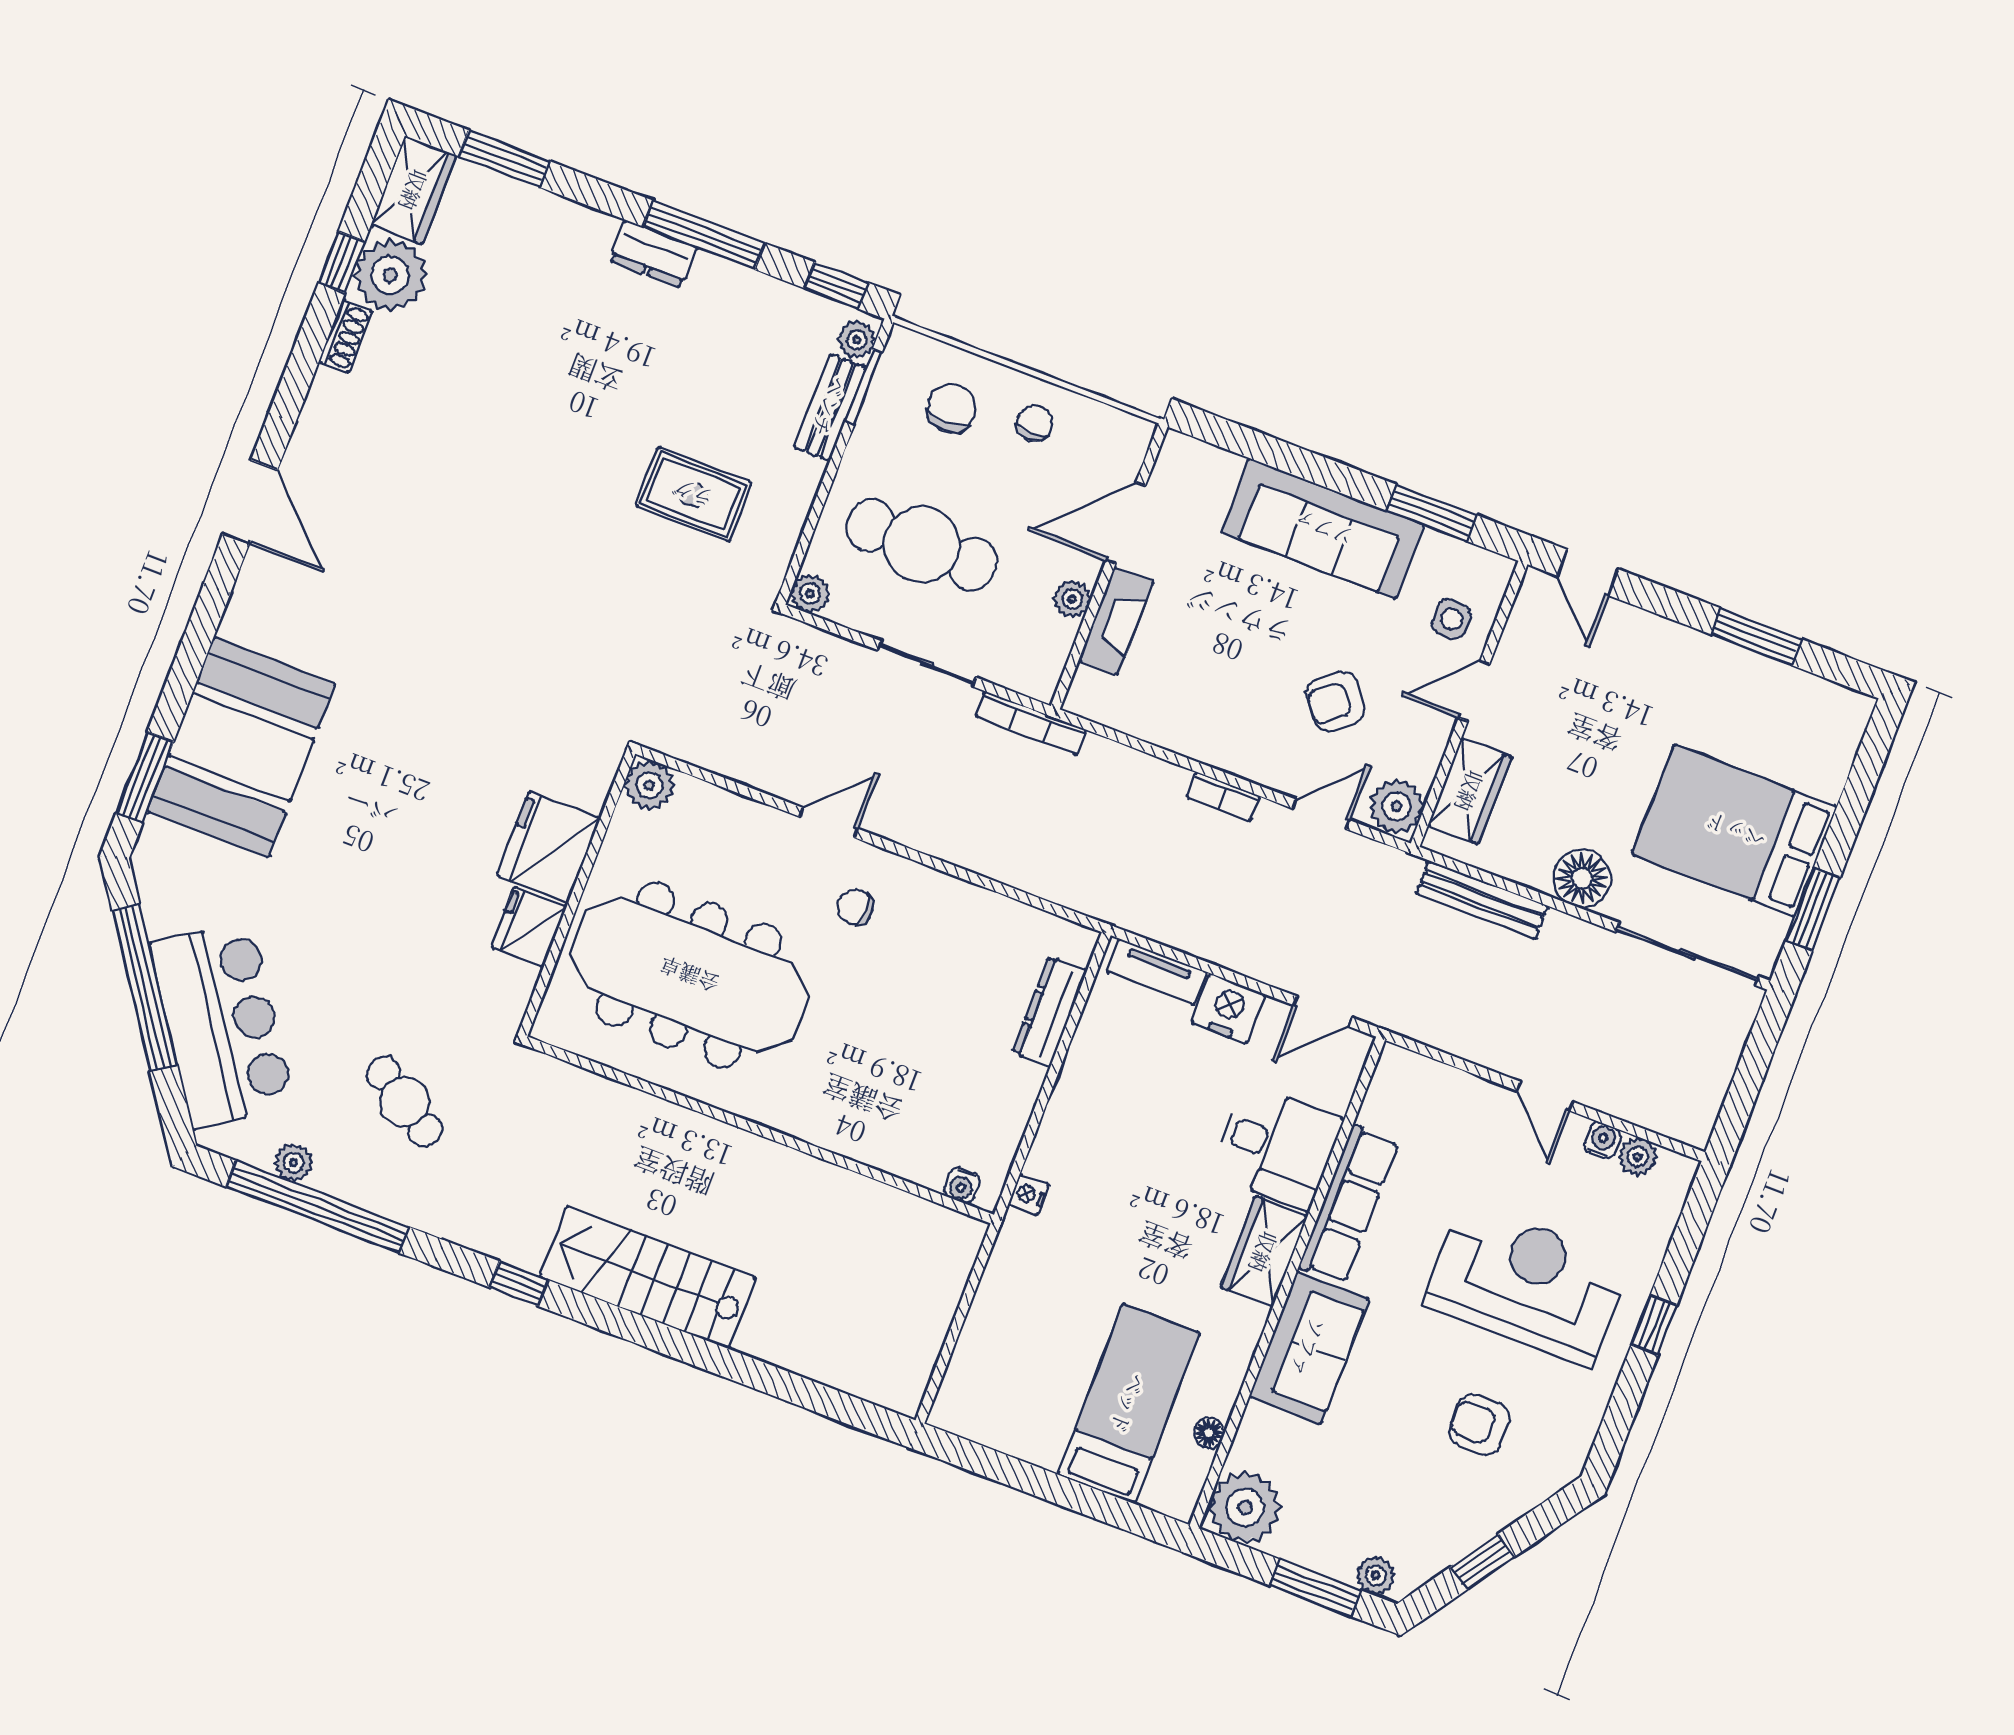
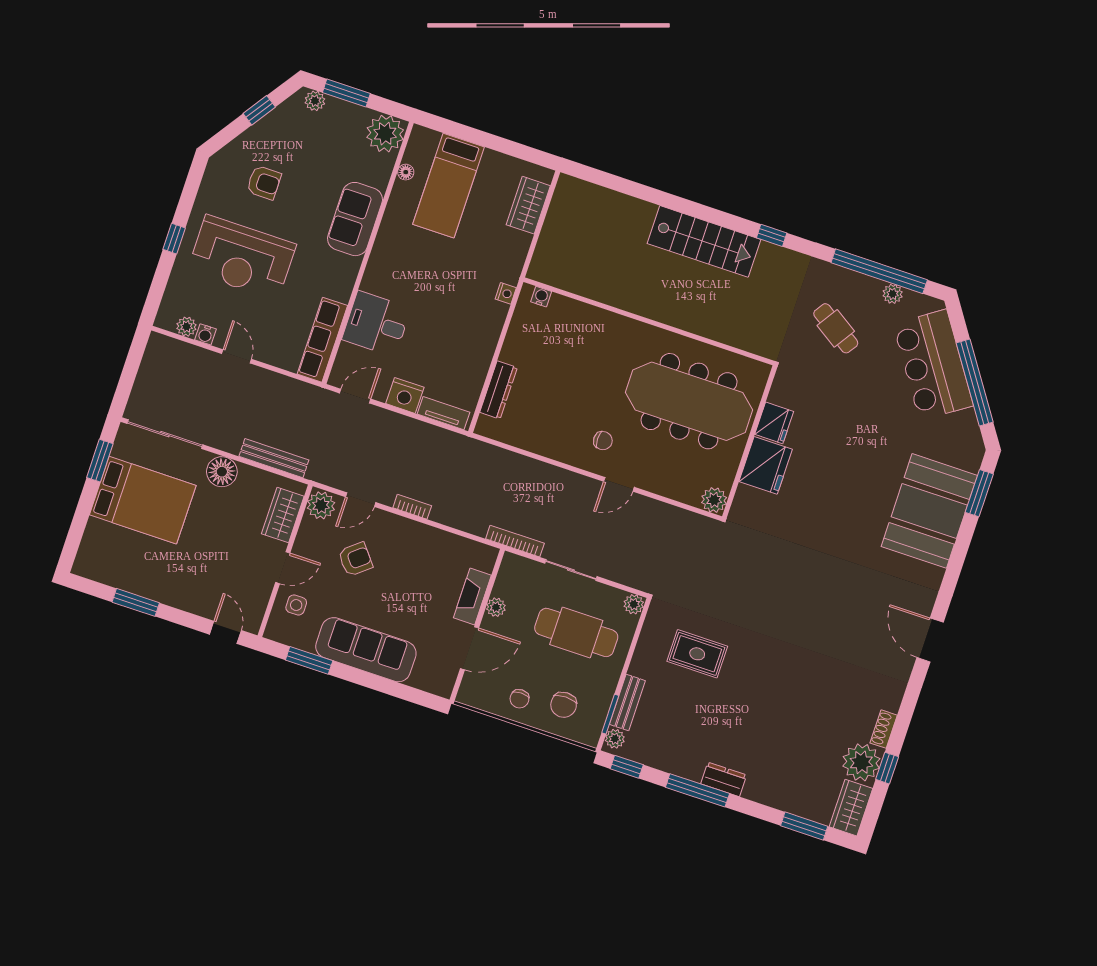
row of seats: (1349, 1204) -> (322, 340), moved
wardrobe: (1264, 1252) -> (528, 205), moved, turned 180

